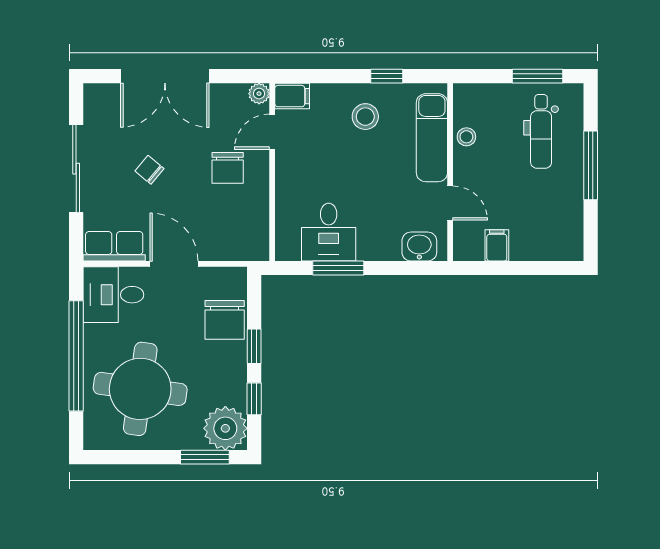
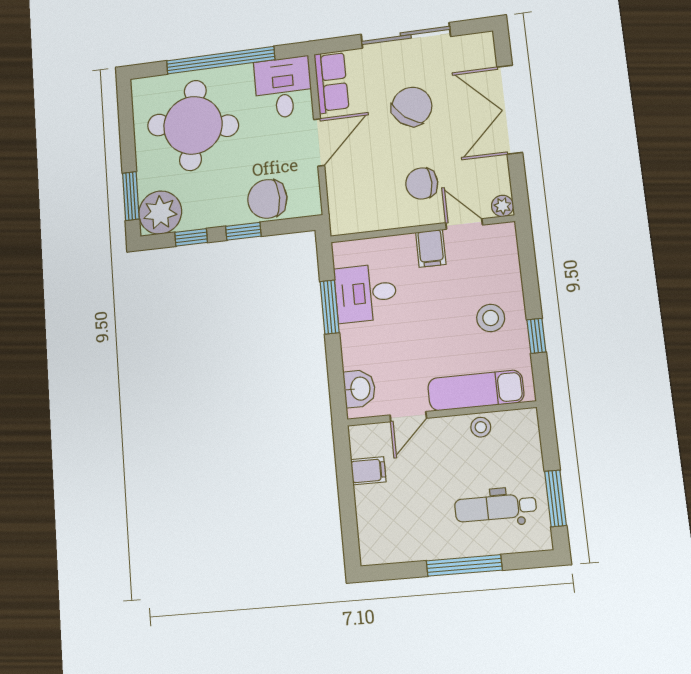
filing cabinet: (292, 96) -> (431, 248), moved
chair: (150, 170) -> (412, 107), width x1.87, depth x1.87

